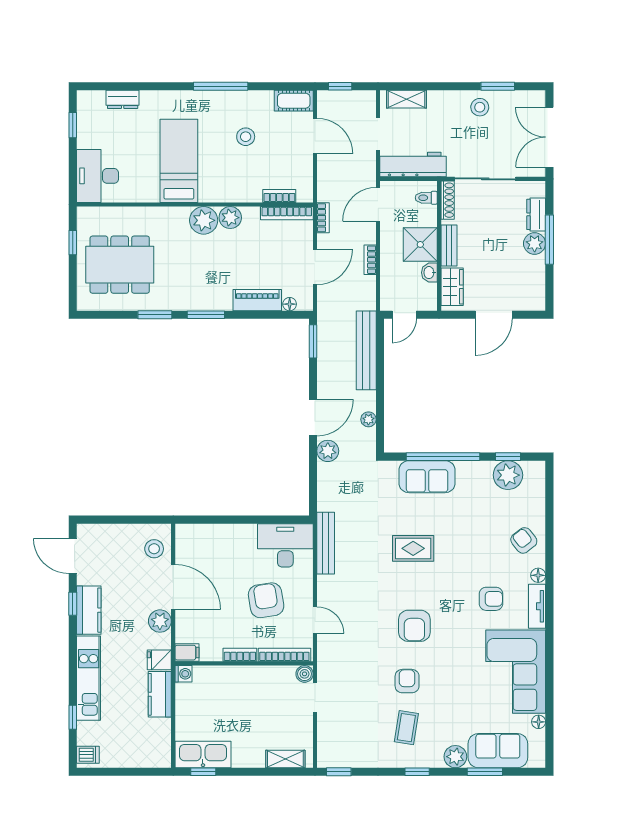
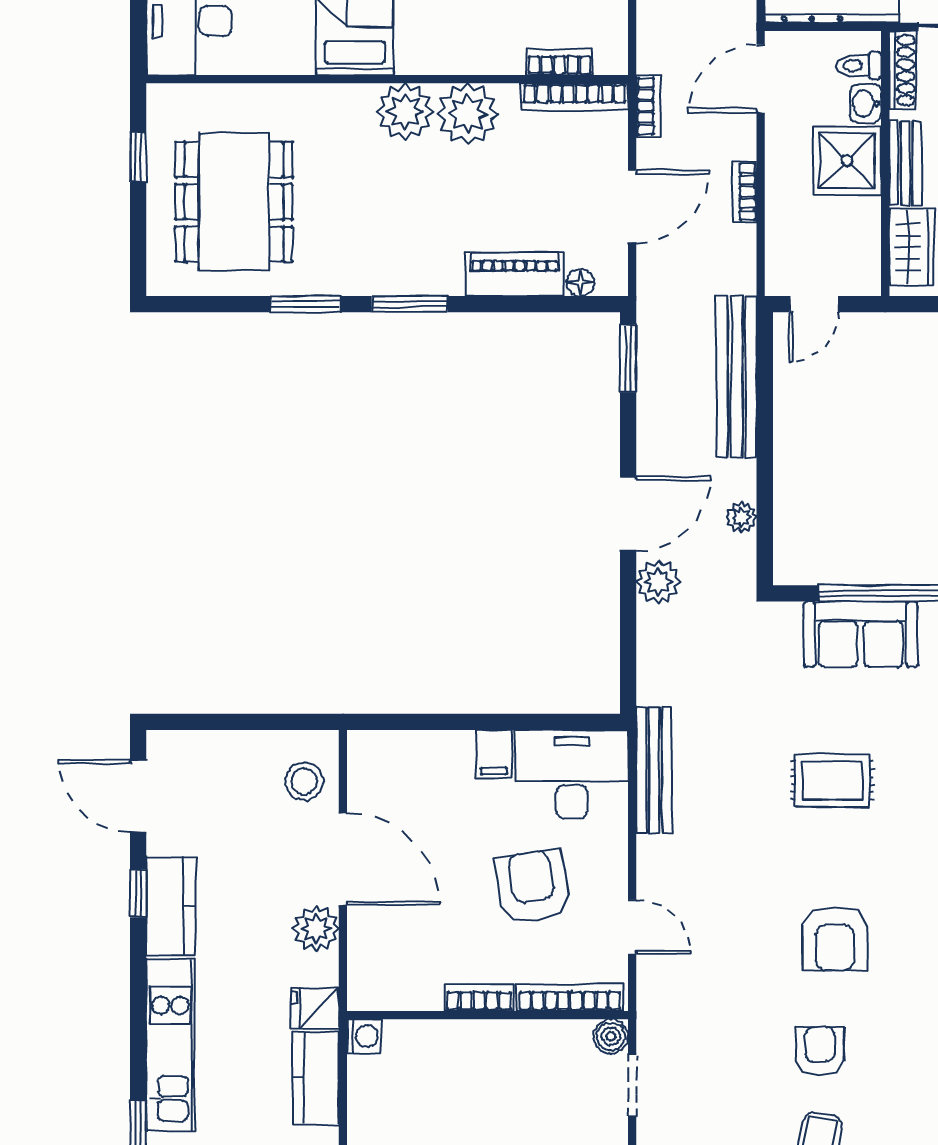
plant: (230, 218) -> (468, 114), width x1.36, depth x1.36
dining table: (120, 265) -> (234, 202), turned 90
washbasin: (429, 273) -> (865, 104), moved
filing cabinet: (187, 653) -> (494, 754), moved, turned 90

